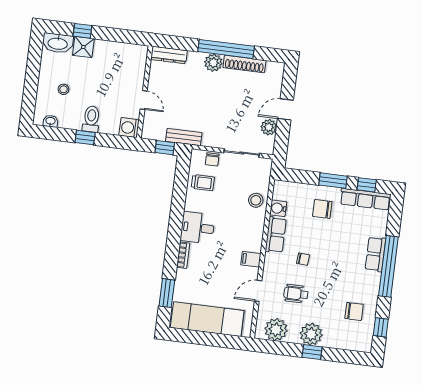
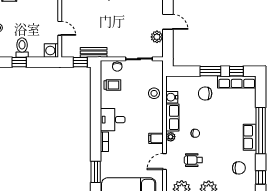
door: (285, 109) -> (168, 22), swing flipped
row of seats: (375, 254) -> (250, 137), moved
plant: (270, 260) -> (171, 137), added

